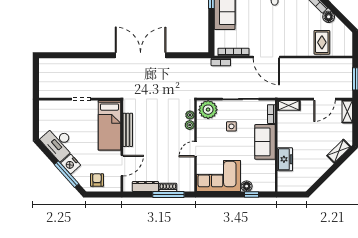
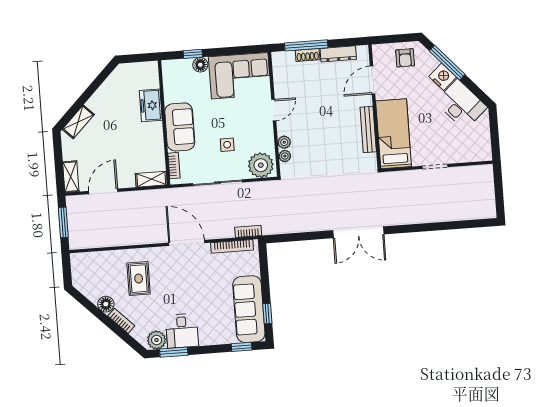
rug: (322, 42) -> (139, 279), moved
double door: (141, 55) -> (358, 232), width x0.73

